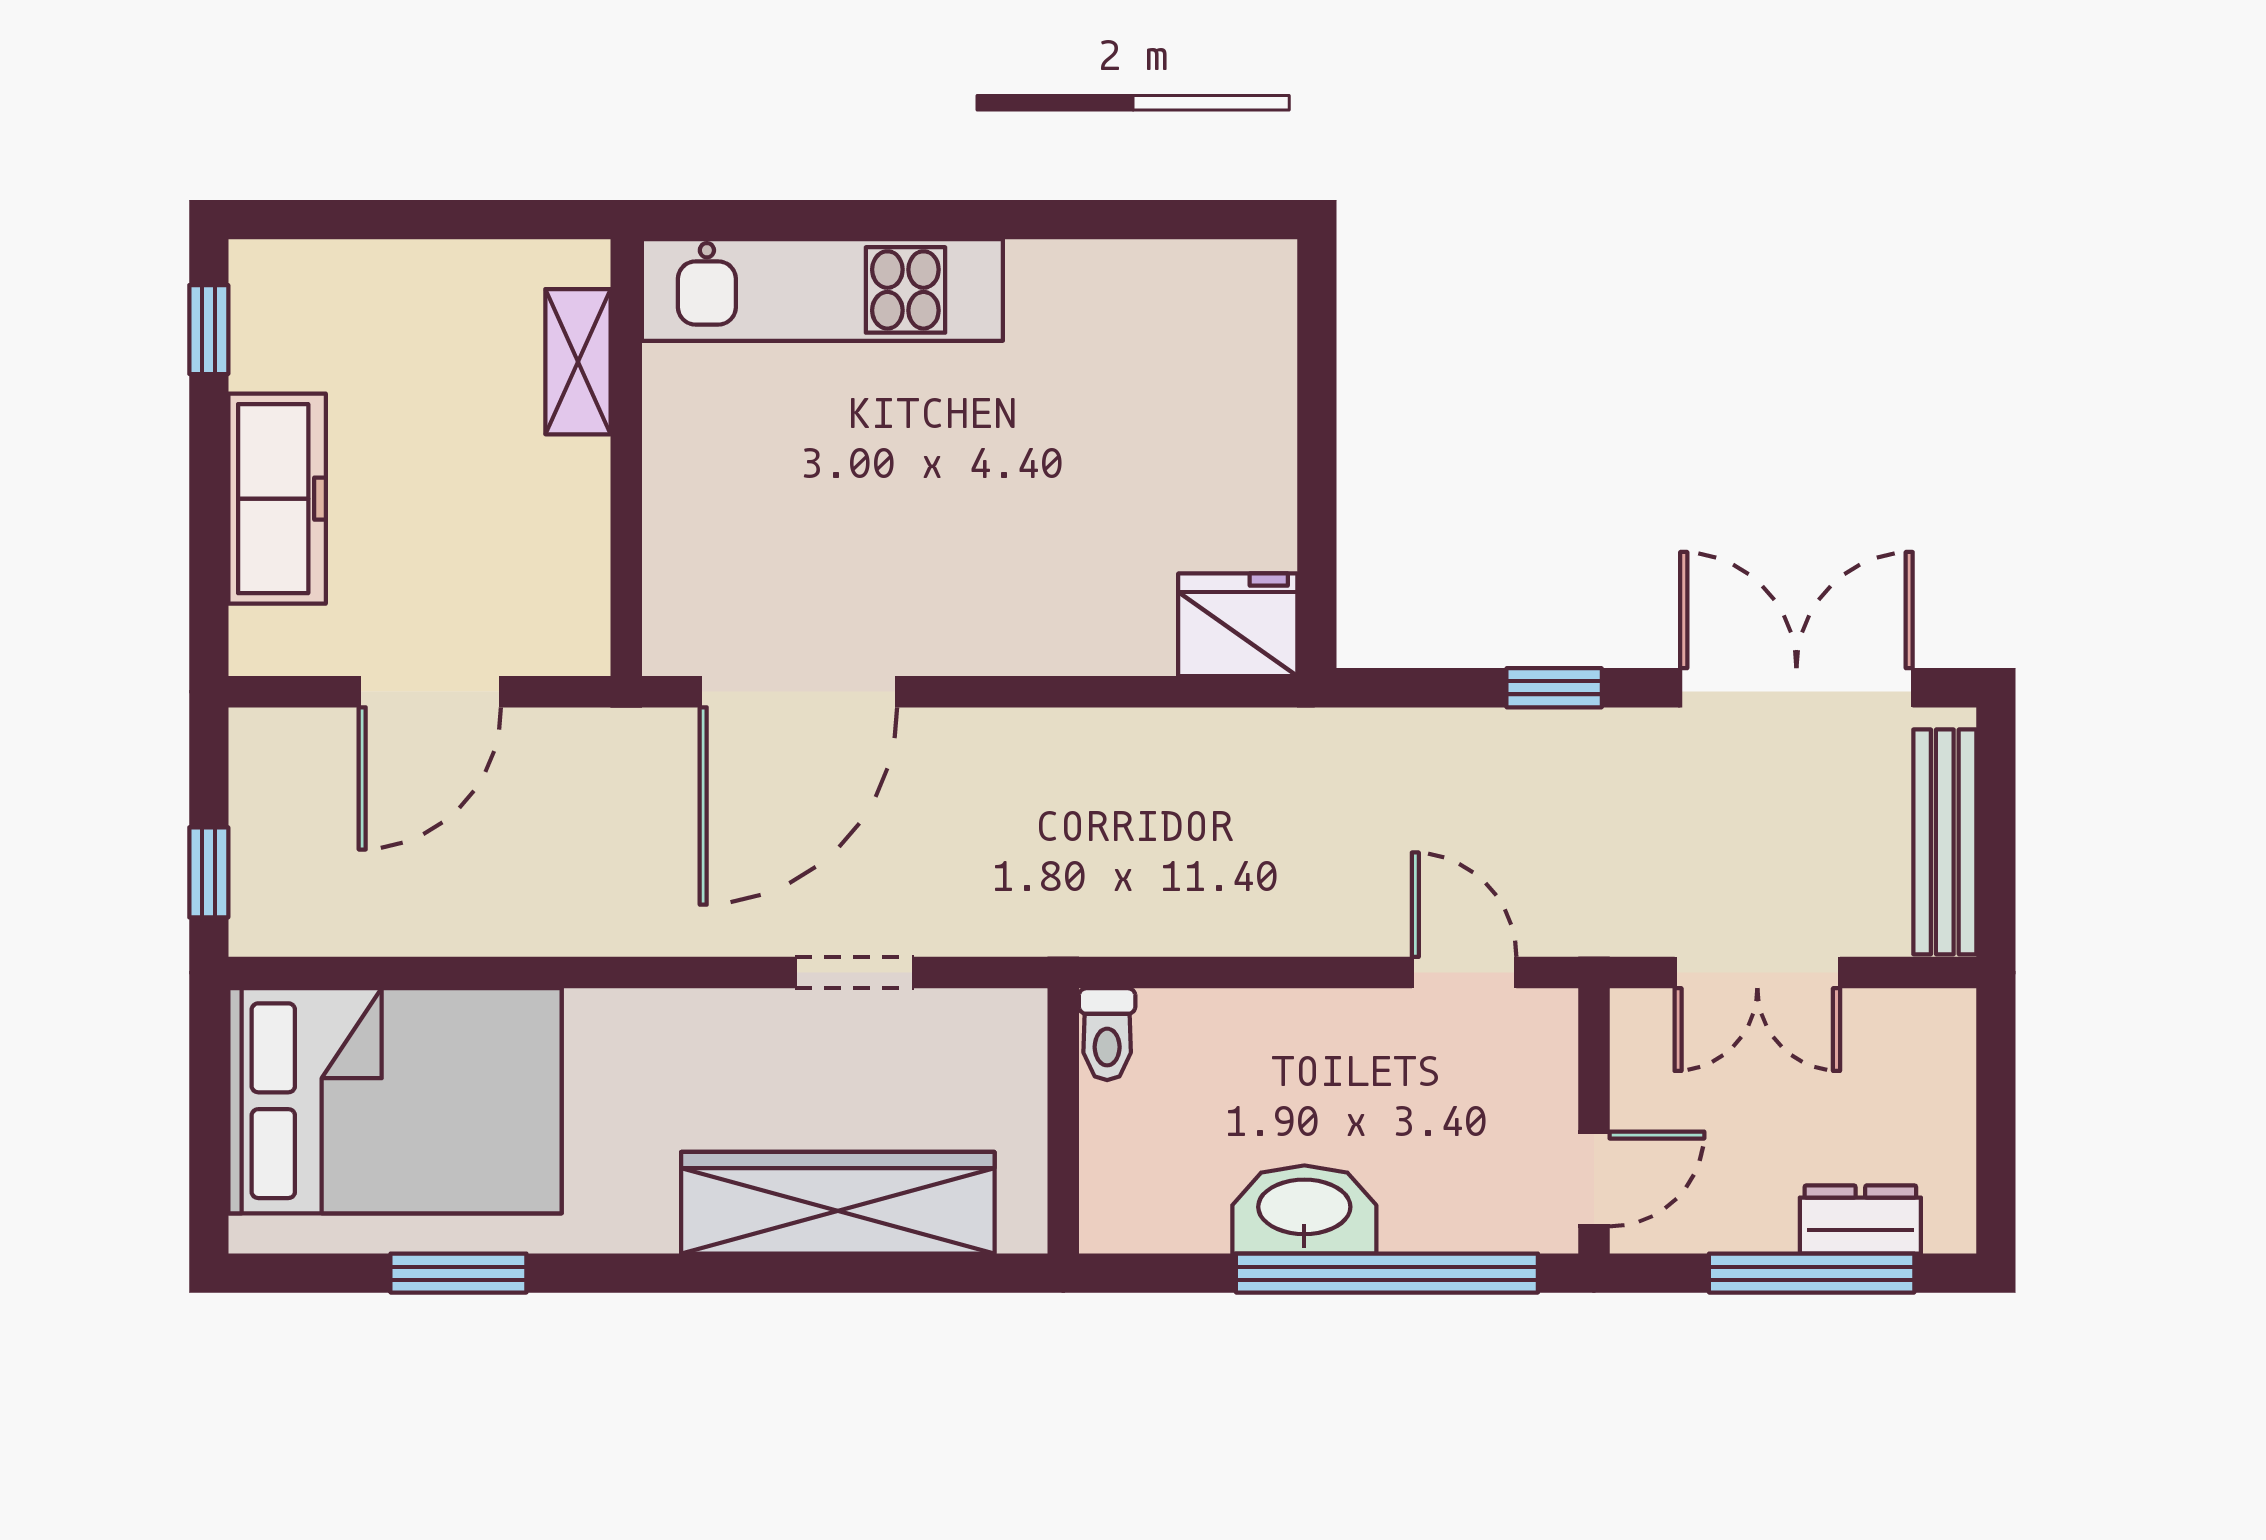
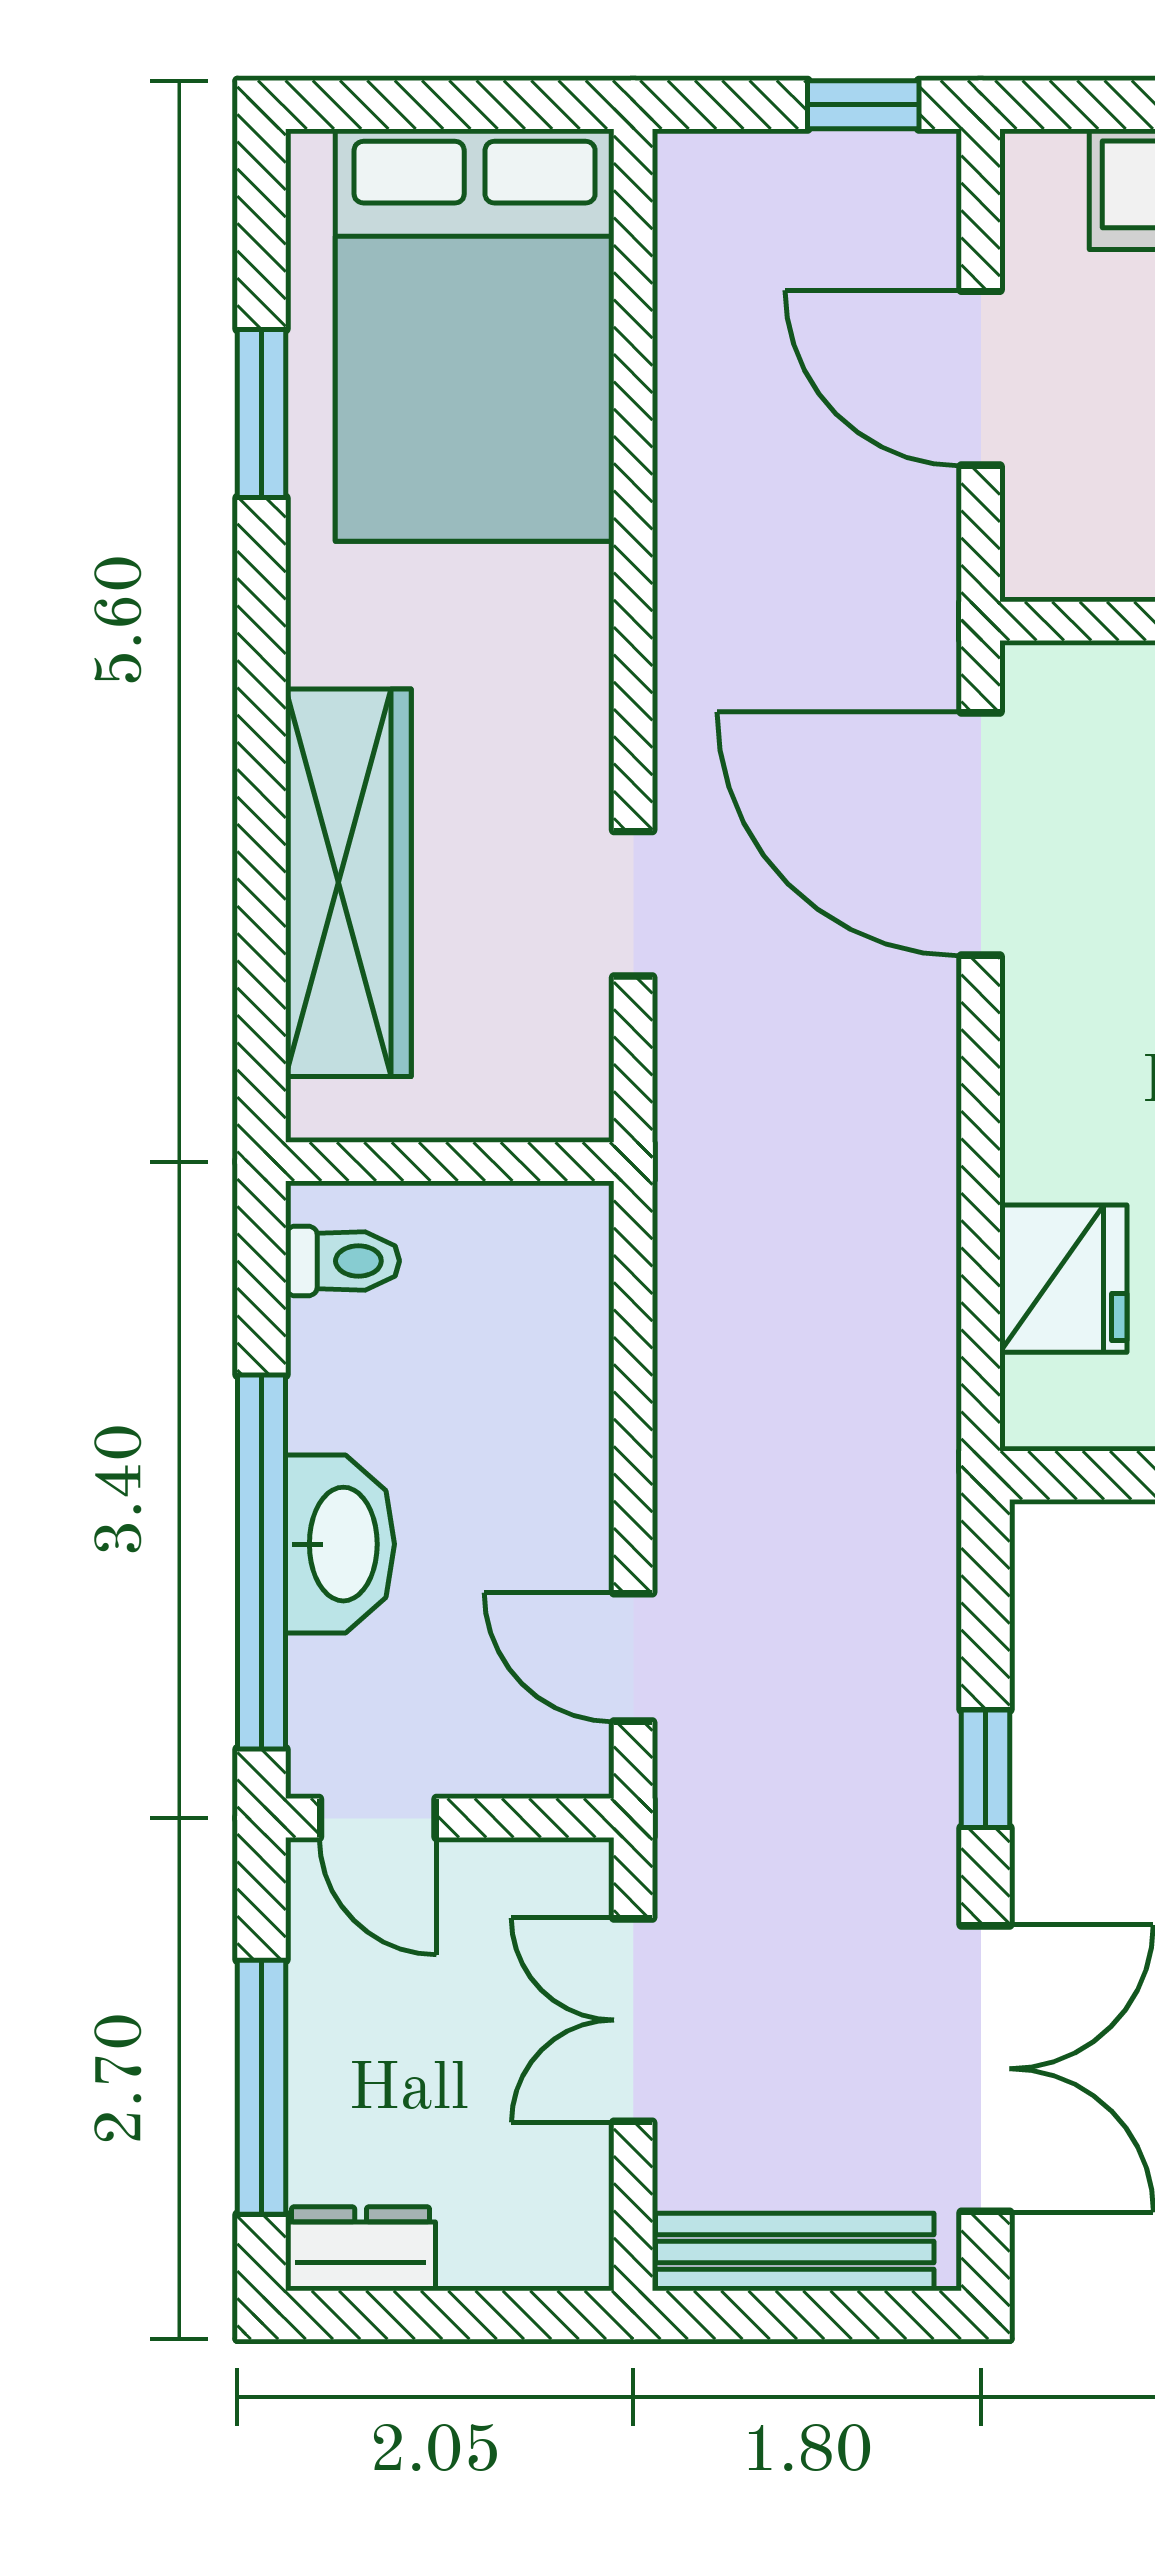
fridge: (1238, 625) -> (1063, 1279), moved
window: (209, 872) -> (863, 105), moved
door: (1464, 973) -> (633, 1657), swing flipped
toilet: (1107, 1034) -> (342, 1261), moved, turned 180
washbasin: (1304, 1209) -> (340, 1544), moved
dresser: (1860, 1219) -> (361, 2249), moved, turned -90

